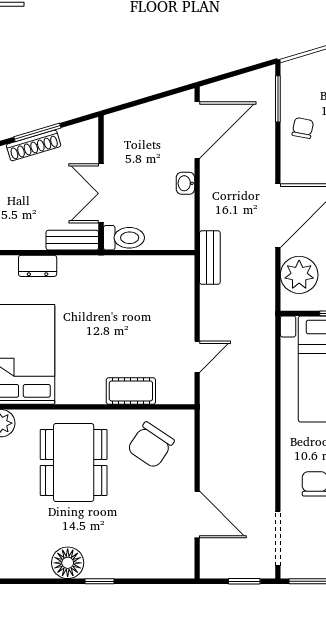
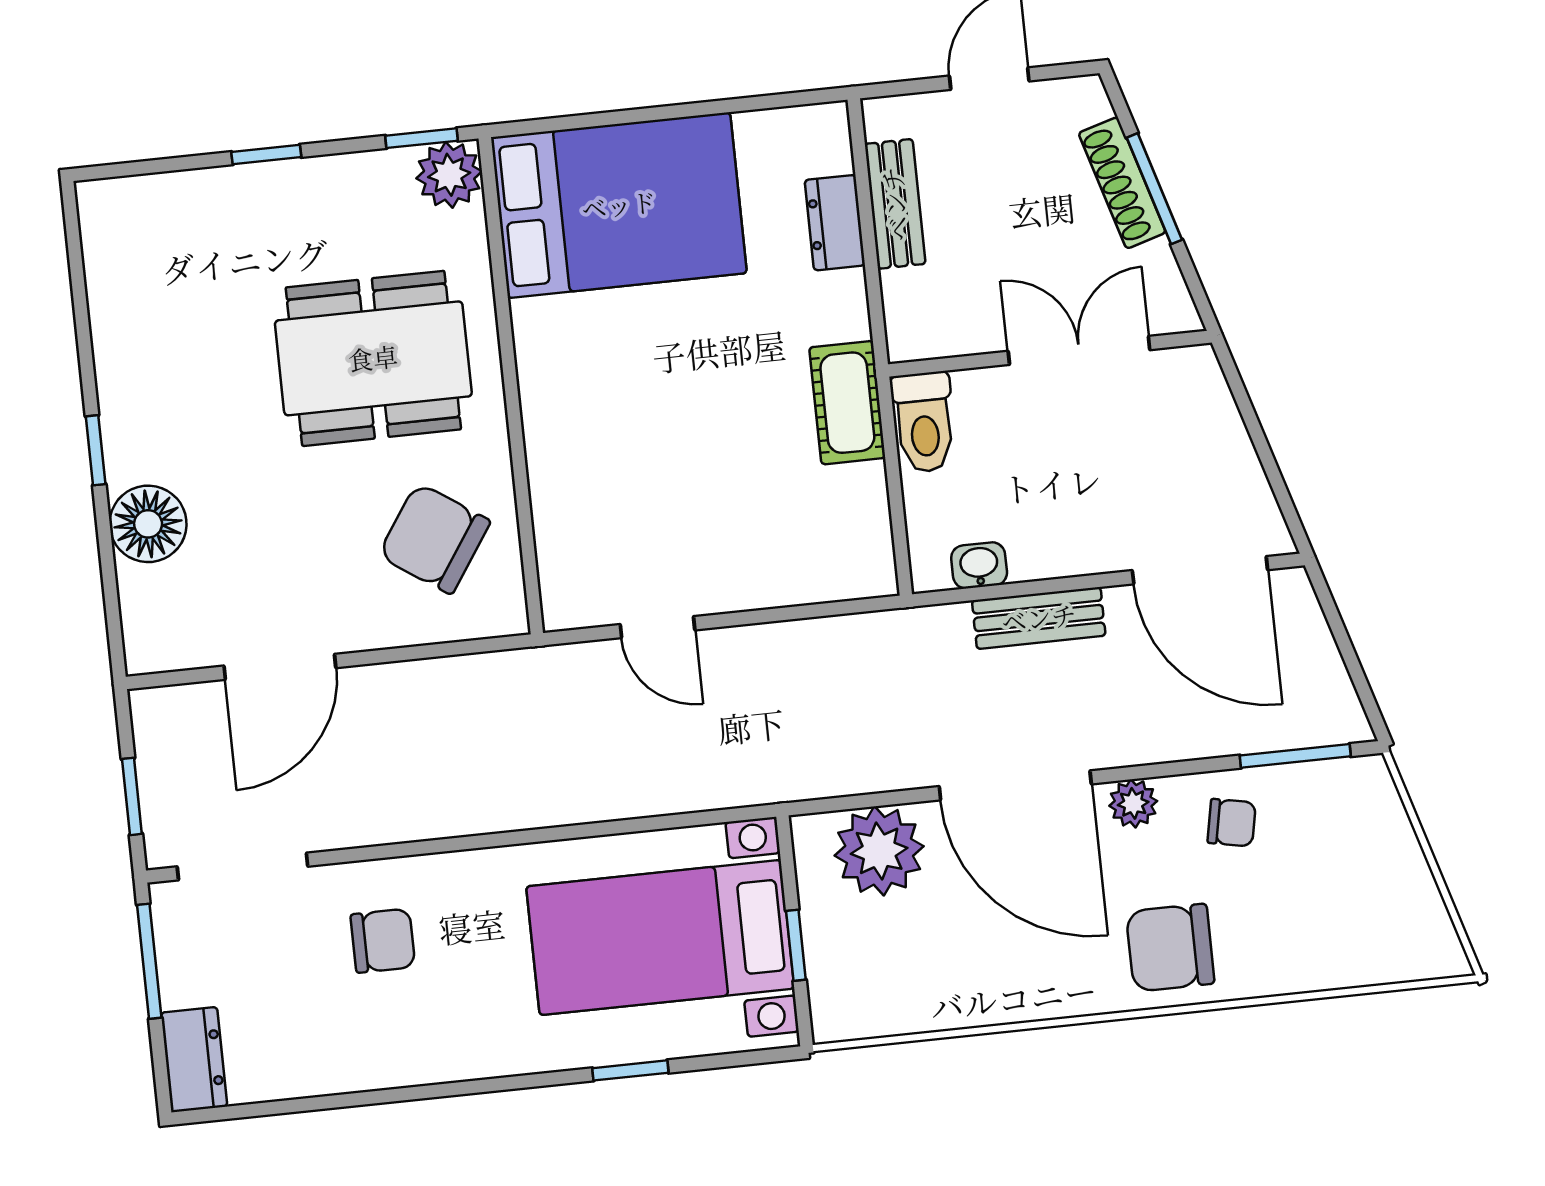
plant: (291, 168) -> (1133, 803), added
washbasin: (185, 183) -> (979, 565), moved
double door: (101, 193) -> (1079, 350), moved
bench: (72, 240) -> (895, 204), moved
bench: (210, 258) -> (1039, 618), moved
cot: (131, 391) -> (847, 403), moved
floor lamp: (68, 563) -> (148, 524), moved

